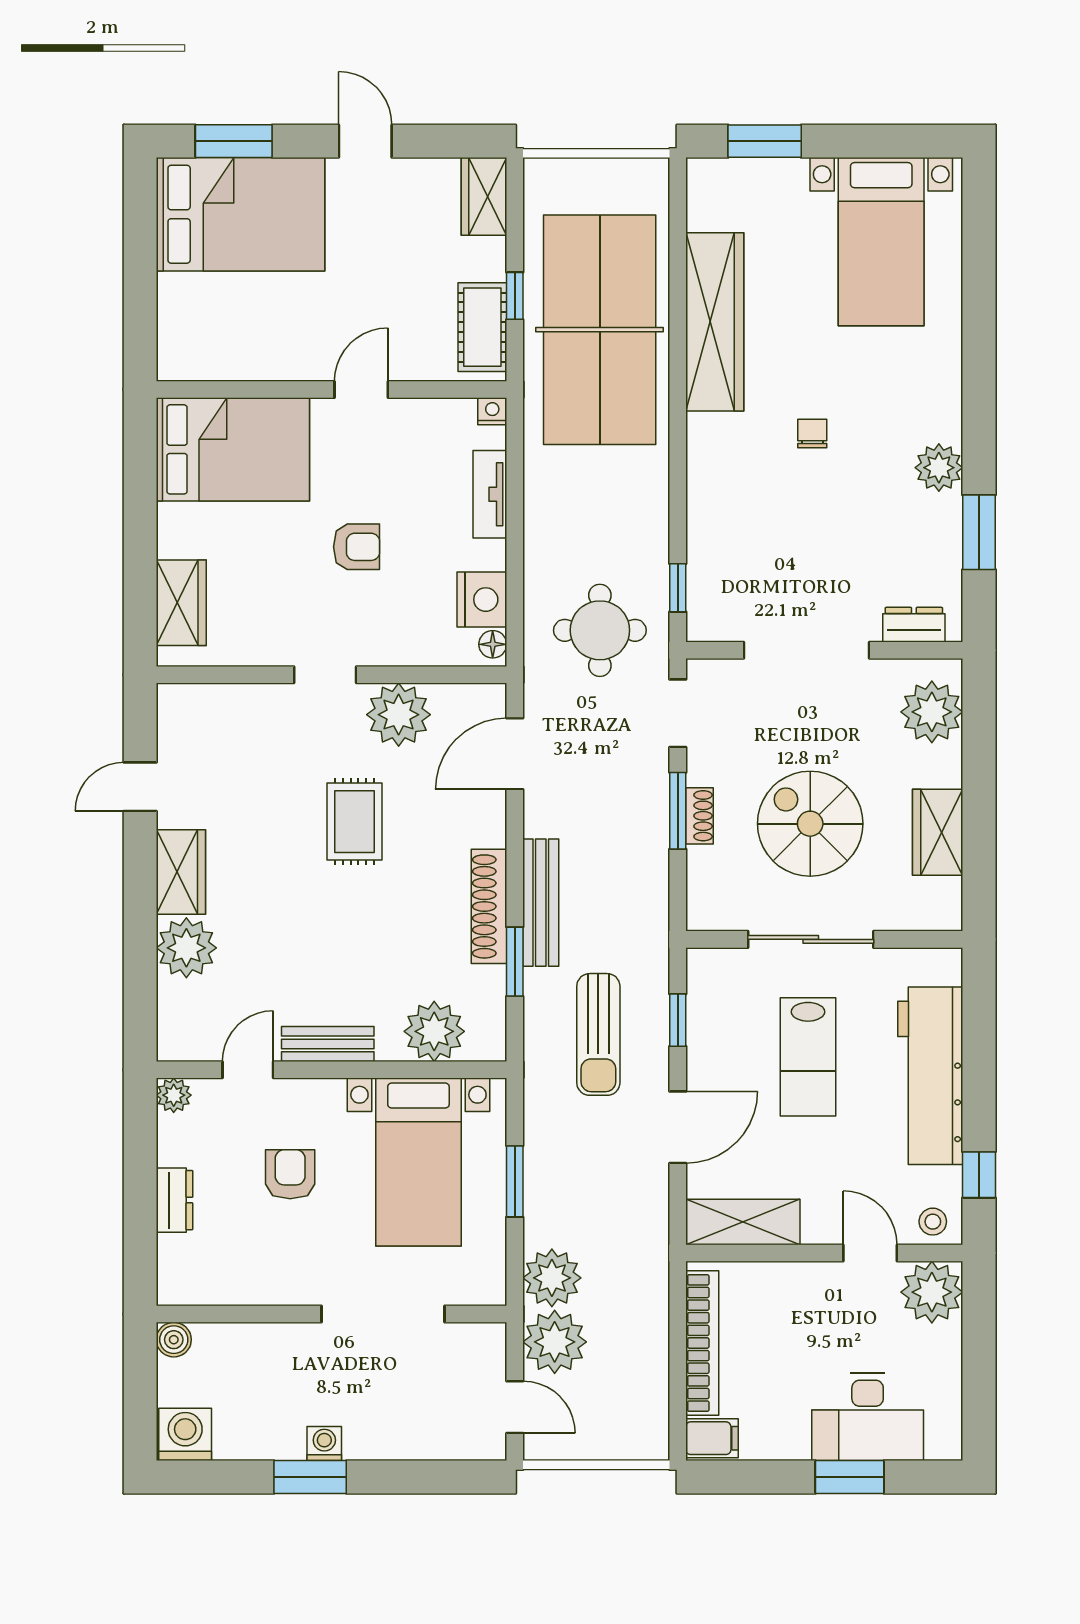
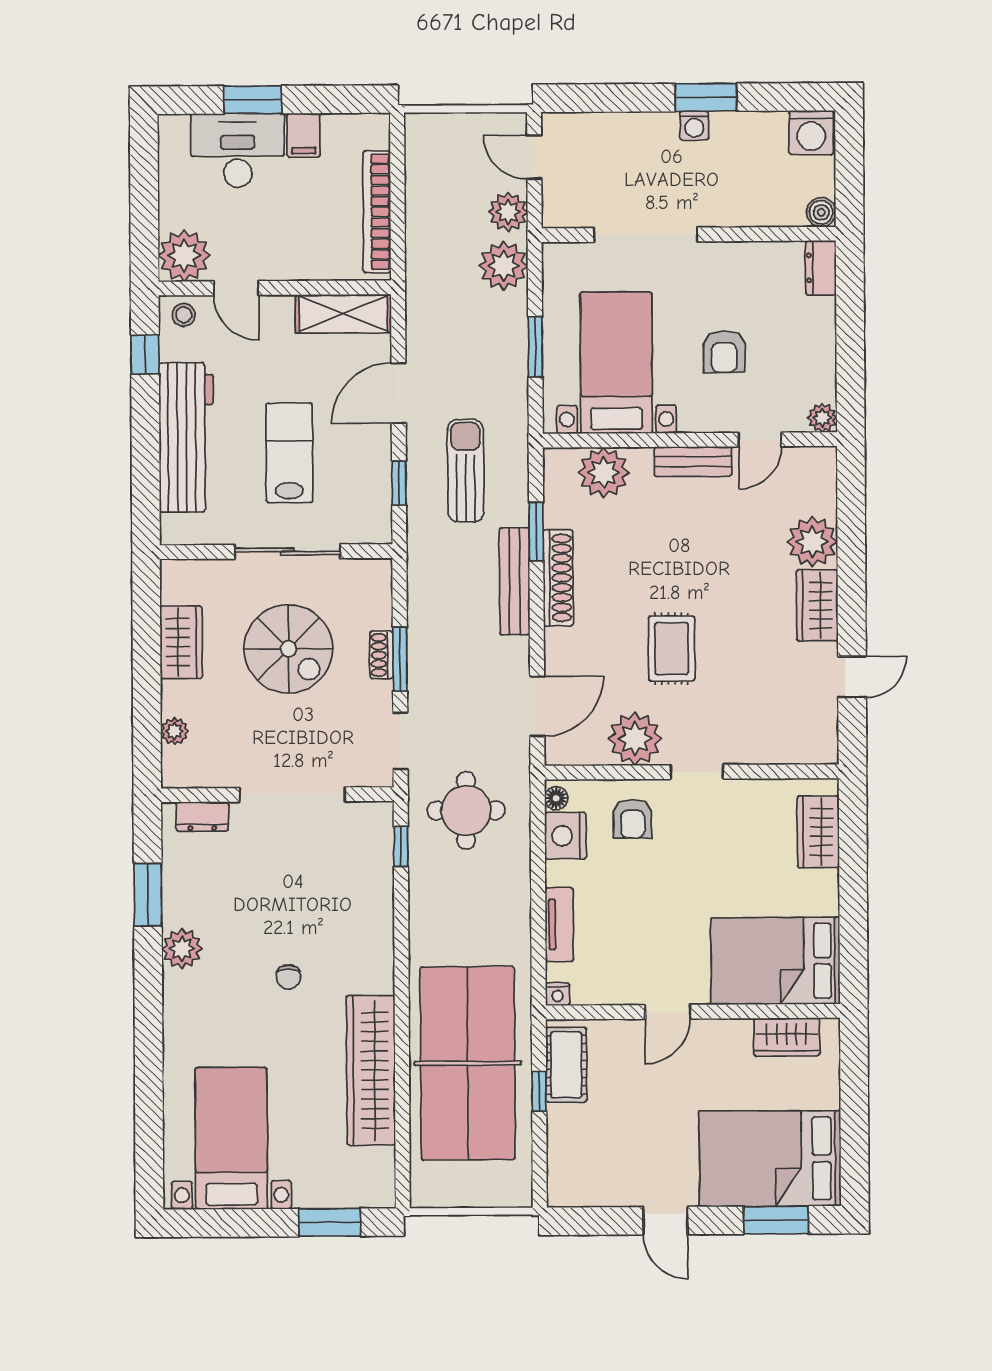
wardrobe: (484, 196) -> (787, 1037), moved, turned 90
armchair: (357, 547) -> (633, 819), moved, turned -90
plant: (932, 712) -> (175, 731), width x0.53, depth x0.53
dresser: (175, 1200) -> (821, 268), moved
plant: (555, 1342) -> (508, 212), width x0.73, depth x0.73
filing cabinet: (712, 1438) -> (304, 135), moved, turned -90

